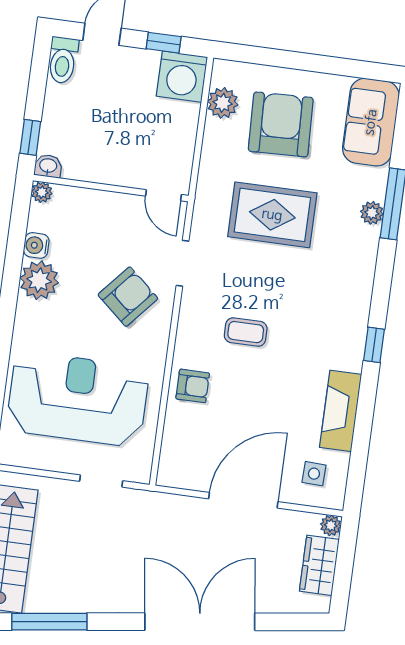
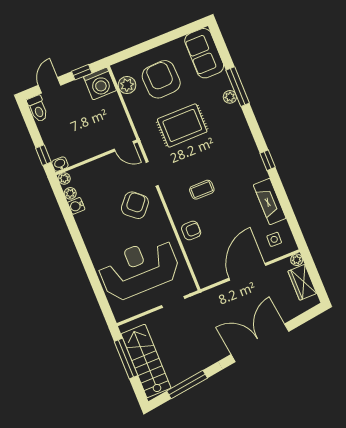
plant: (39, 280) -> (70, 193), moved, width x0.53, depth x0.53

